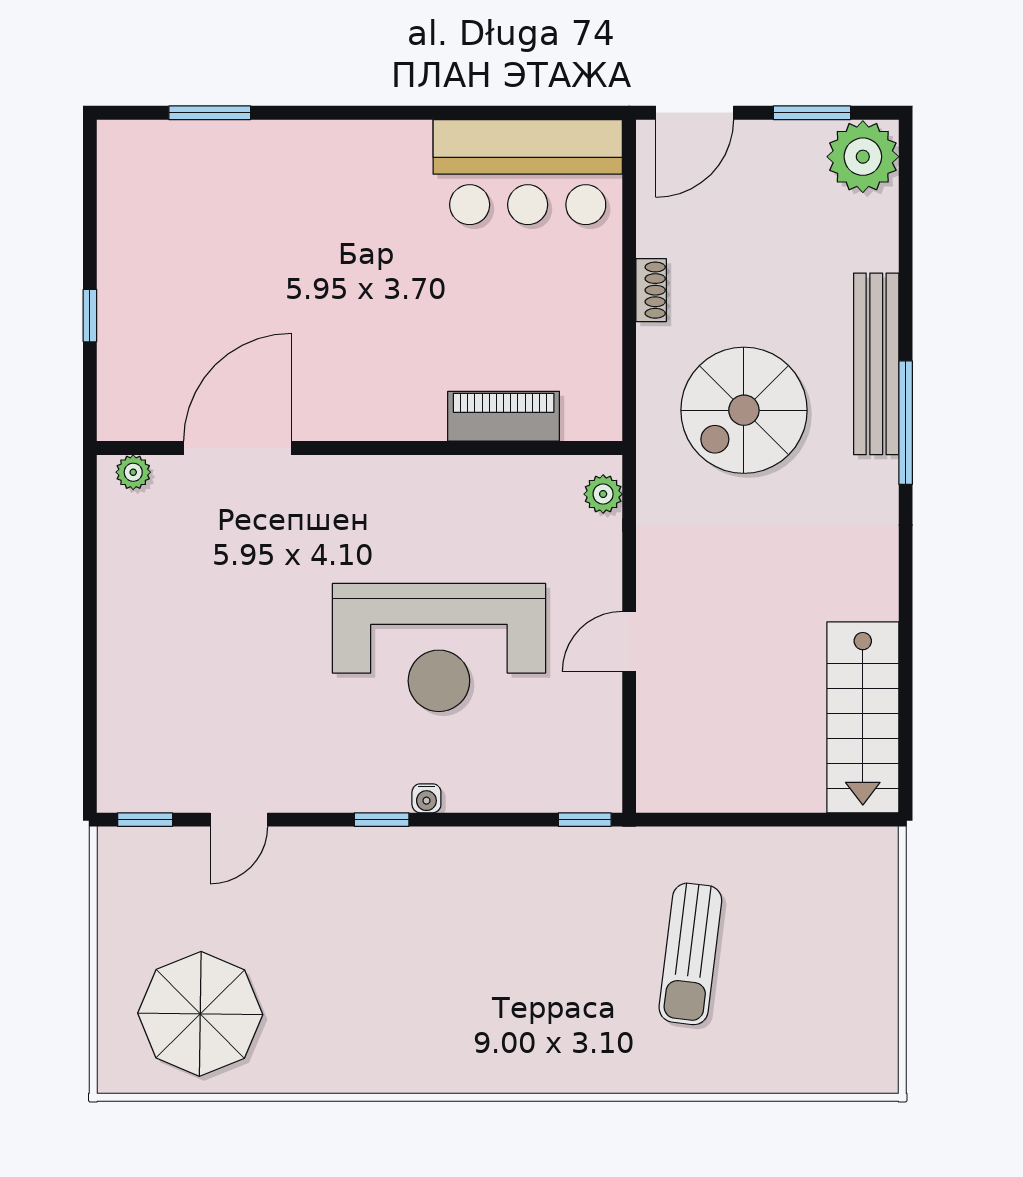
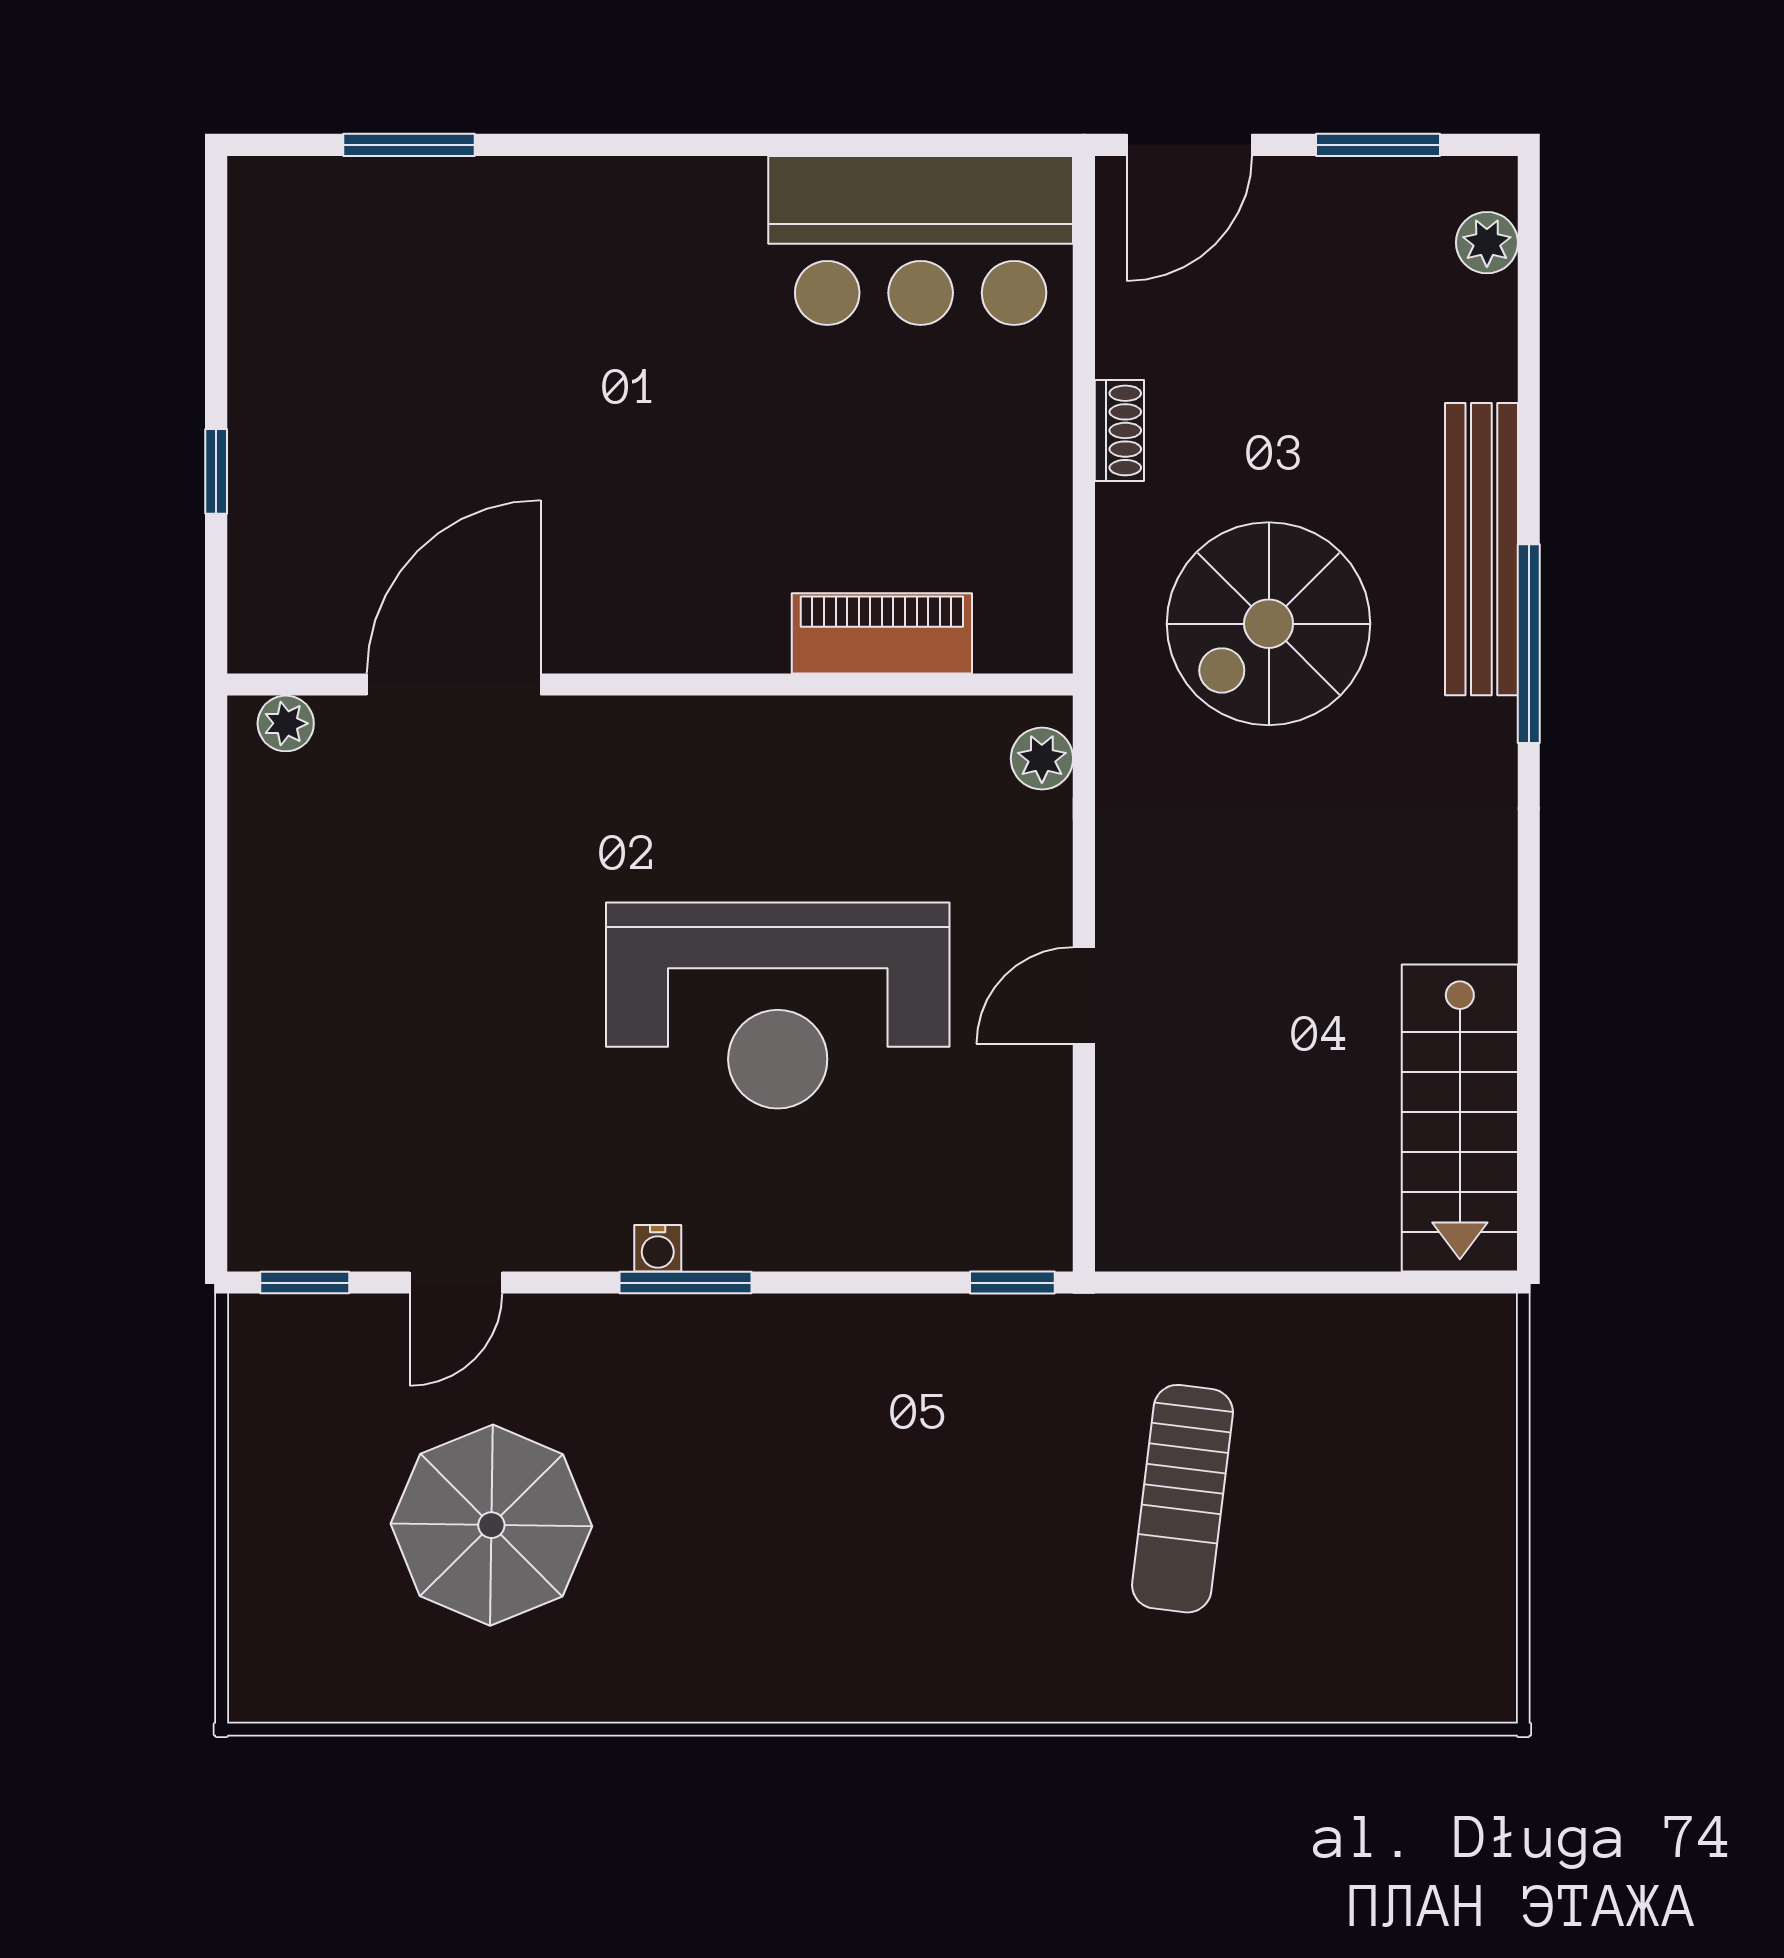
plant: (863, 157) -> (1487, 243), width x0.53, depth x0.53
water cooler: (426, 798) -> (658, 1248), moved
window: (382, 820) -> (686, 1283), width x1.50
parasol: (200, 1014) -> (491, 1525), moved

